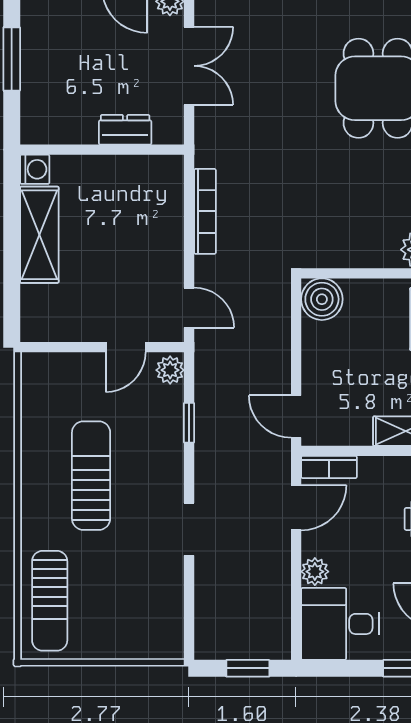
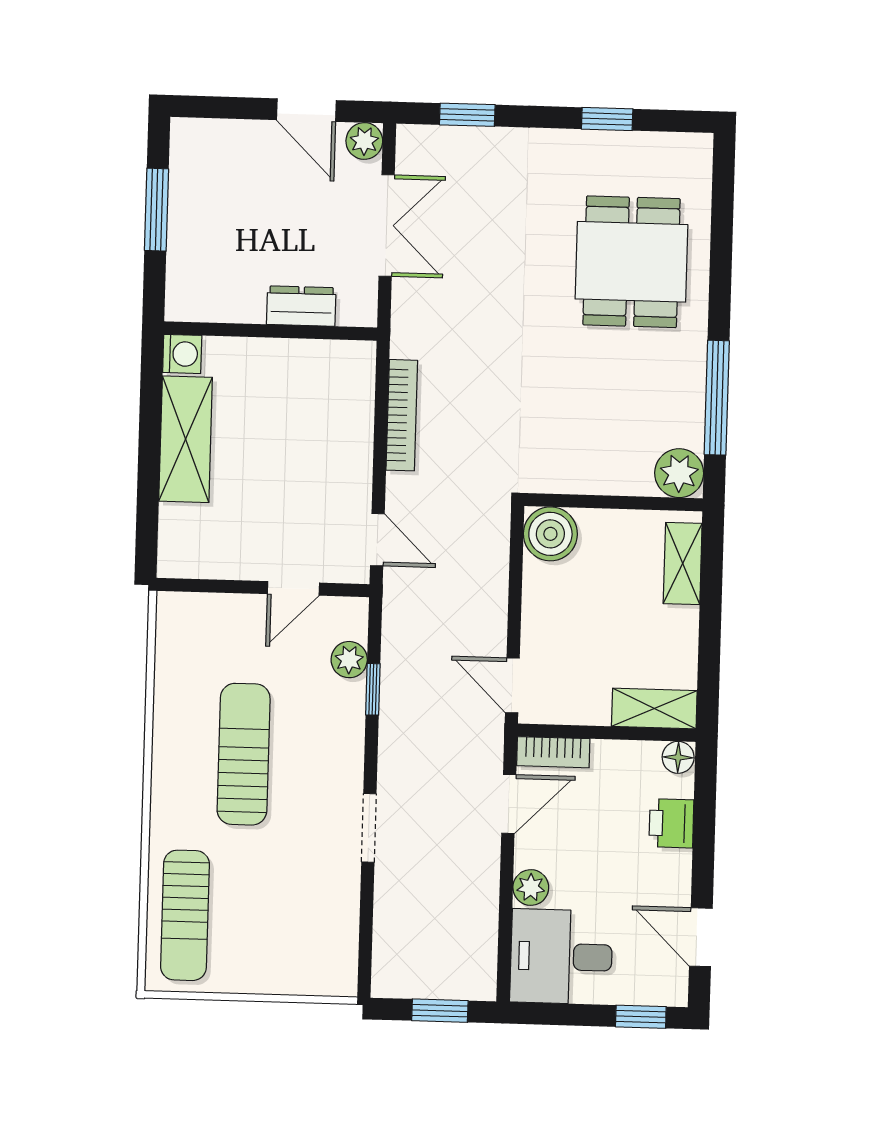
plant: (170, 370) -> (349, 660), moved

